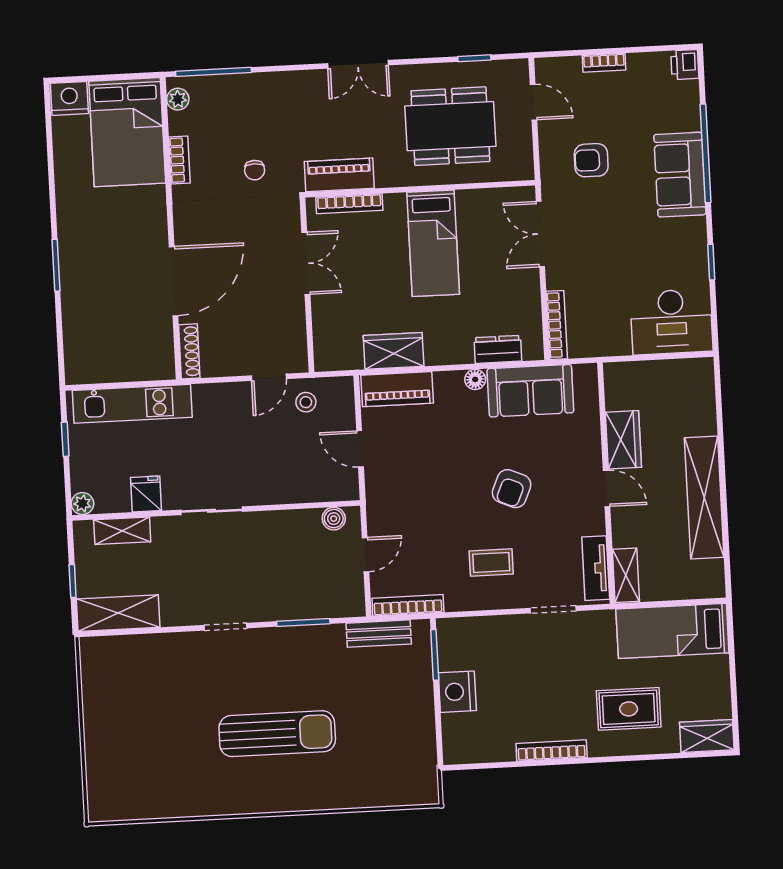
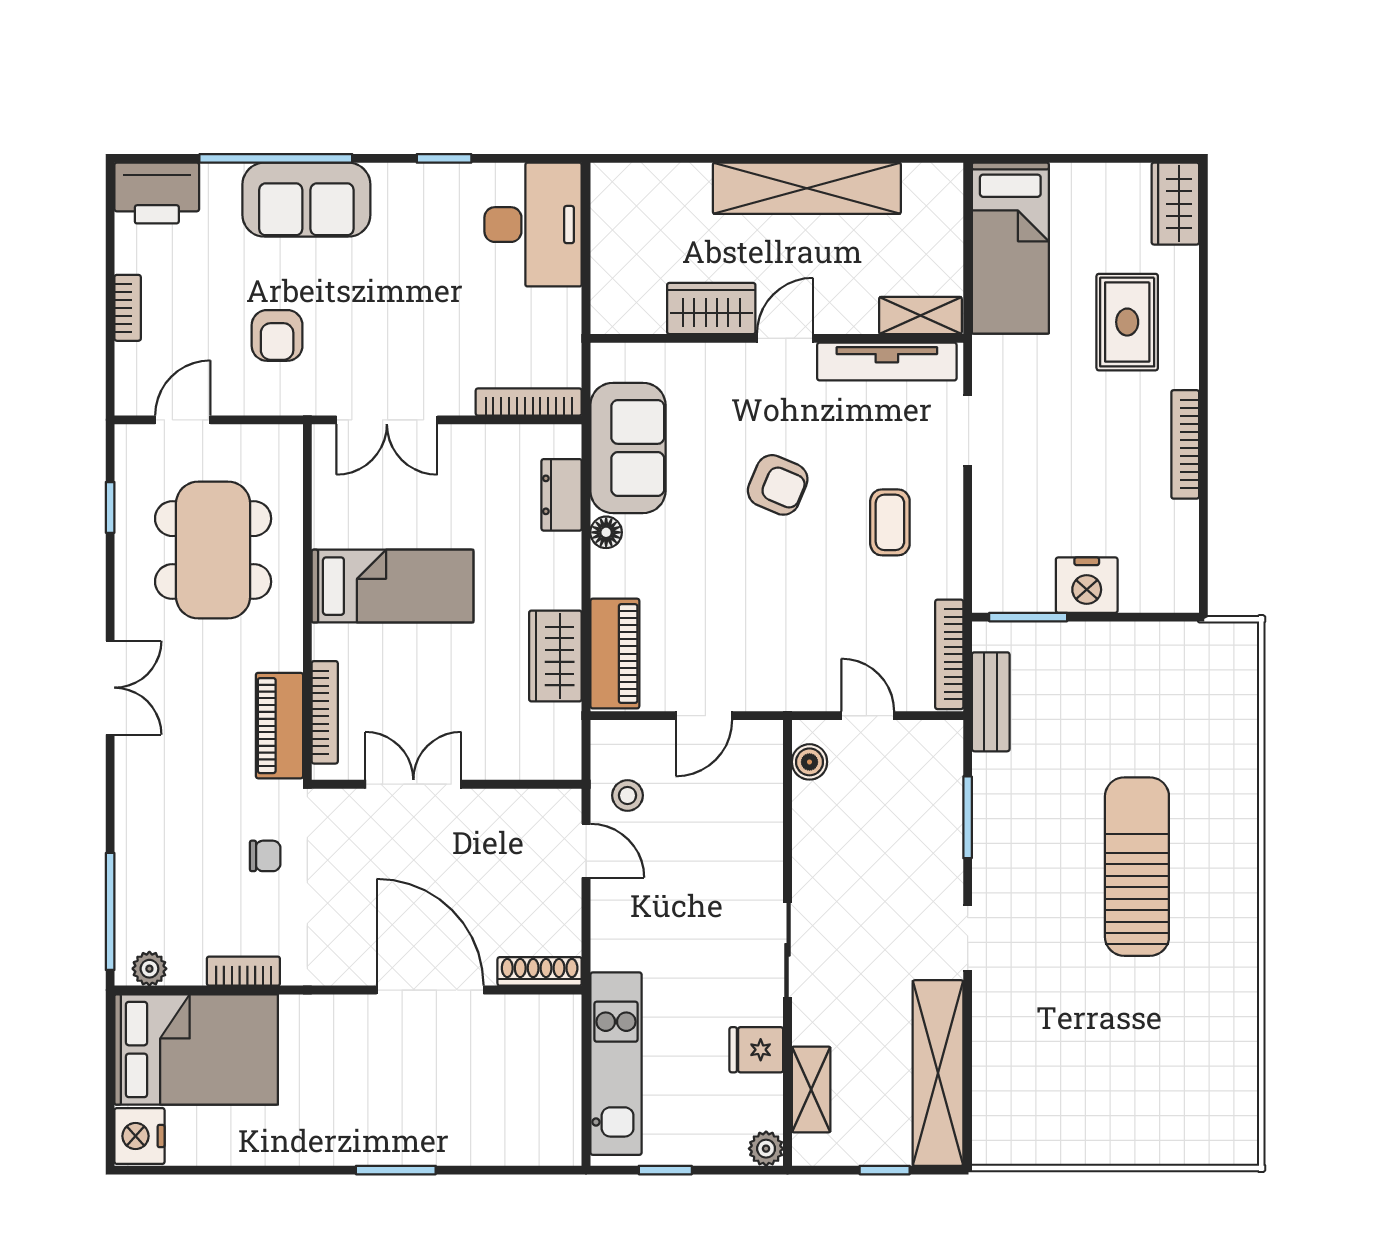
printer: (685, 65) -> (157, 193), width x1.87, depth x1.48
tv unit: (596, 568) -> (887, 362), width x1.41
shelving: (118, 613) -> (938, 1073), width x1.47

